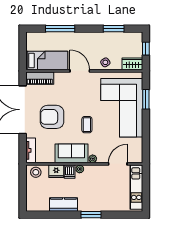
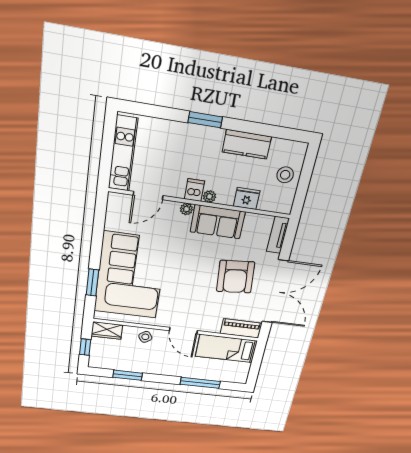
armchair: (52, 117) -> (235, 277), turned 85
coffee table: (87, 125) -> (186, 259), removed
stool: (36, 172) -> (285, 175), moved
dishwasher: (70, 172) -> (194, 190), moved

